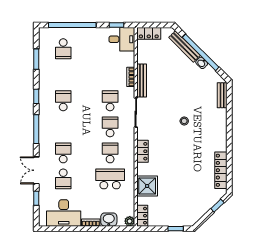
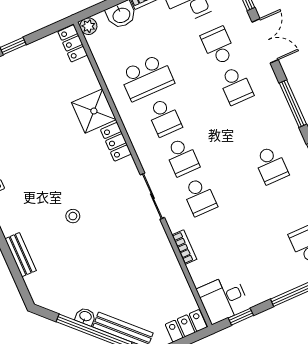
bench: (142, 80) -> (165, 249), removed
bench: (222, 95) -> (21, 255), moved
shower: (147, 186) -> (94, 111), moved

